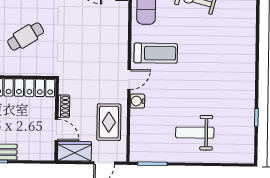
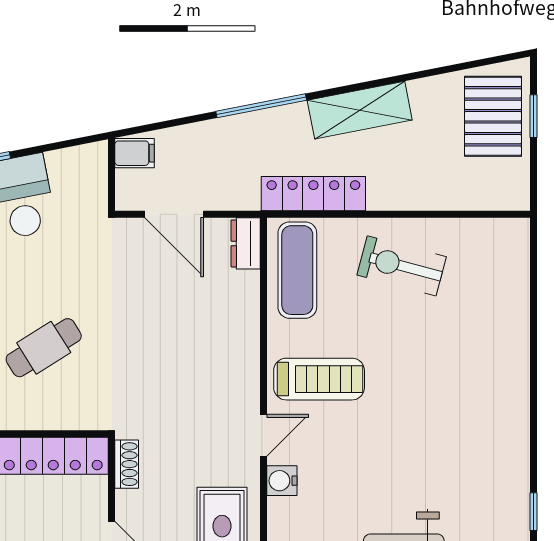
shoe rack: (64, 106) -> (127, 464), moved

